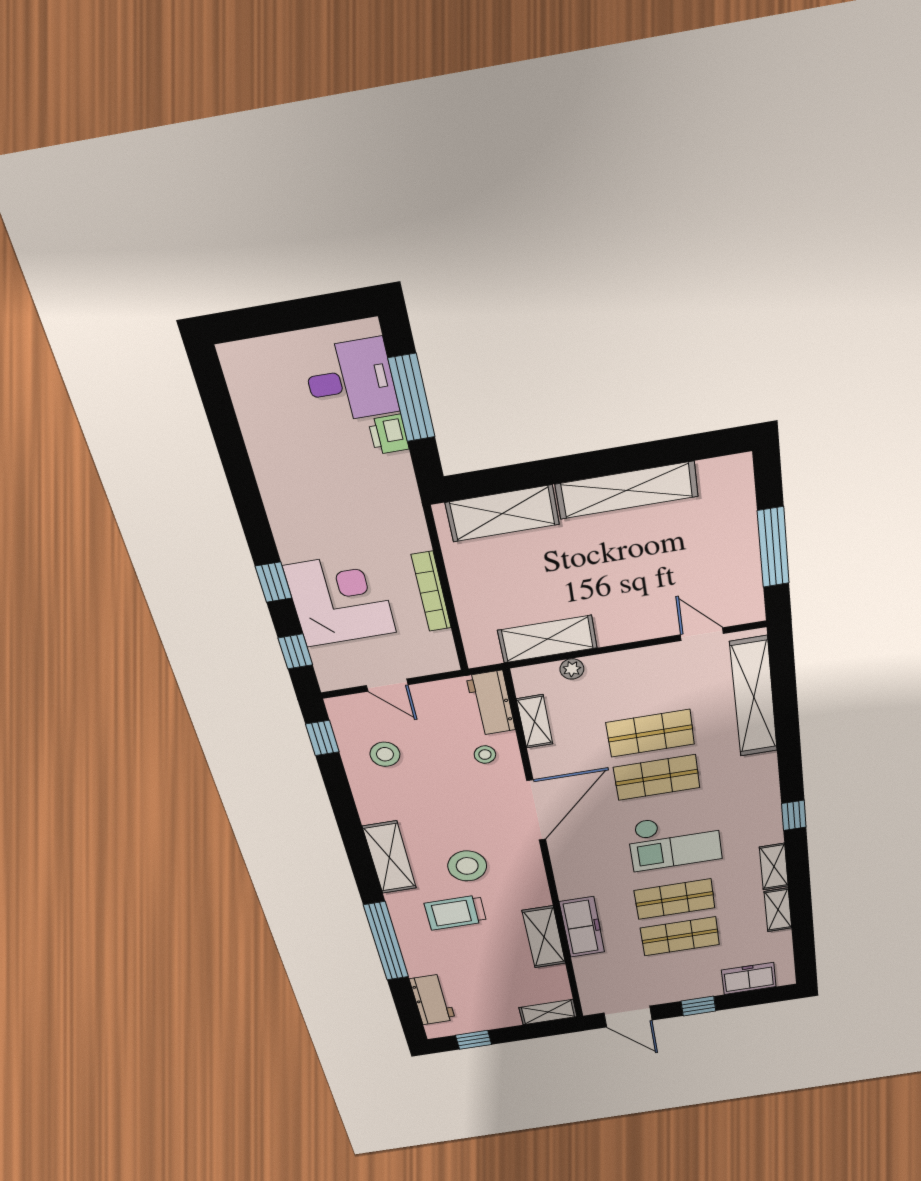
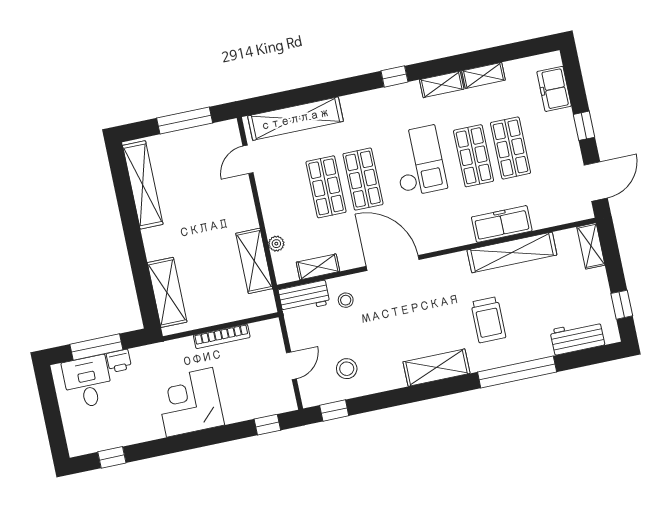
shelving: (627, 490) -> (143, 185), moved
window: (274, 582) -> (112, 457), moved
corner desk: (340, 599) -> (190, 402), moved
stool: (467, 866) -> (444, 311), removed
shelving: (544, 937) -> (512, 252), width x1.47

